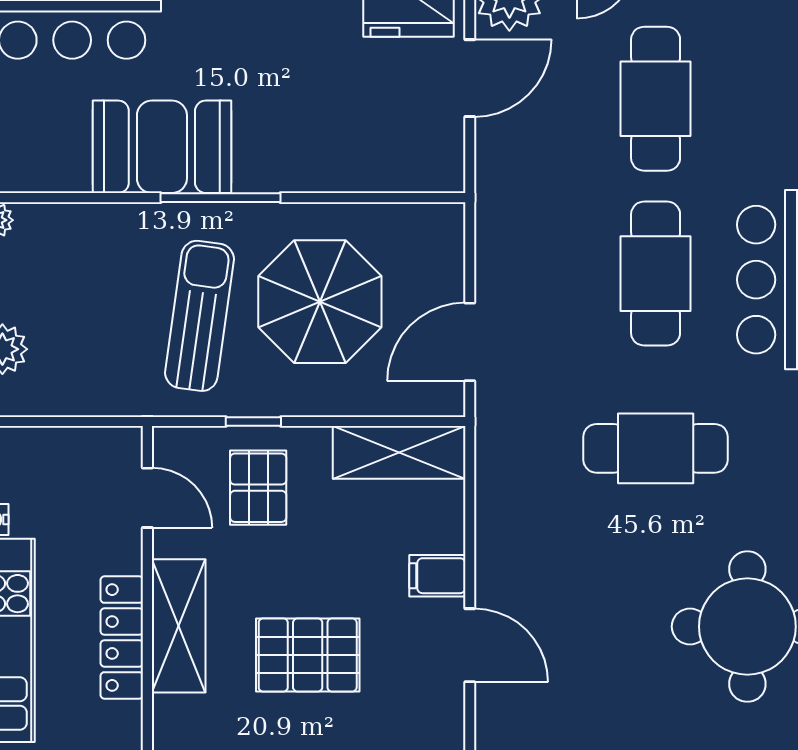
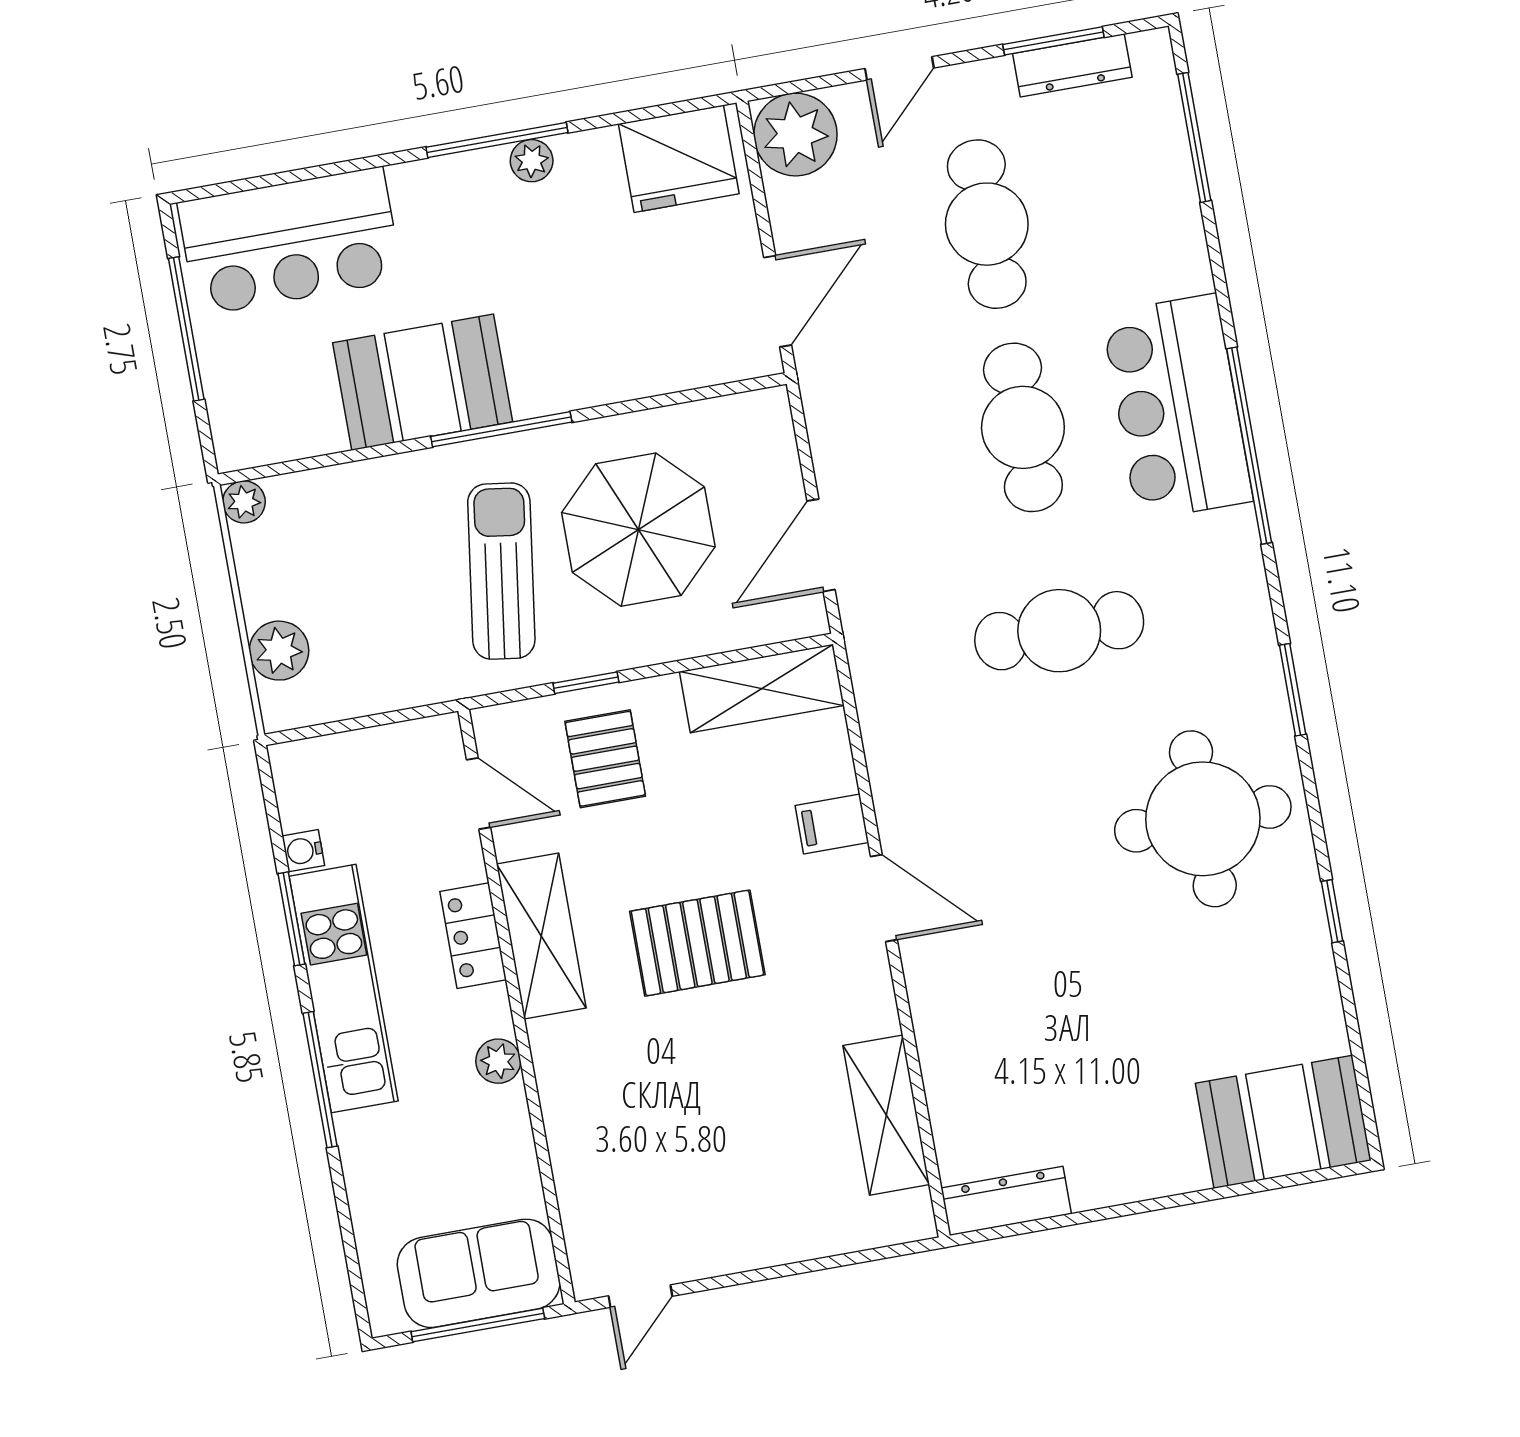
door: (470, 78) -> (778, 301), moved
locker: (122, 638) -> (473, 936), width x0.66
plant: (124, 724) -> (498, 1061), added

